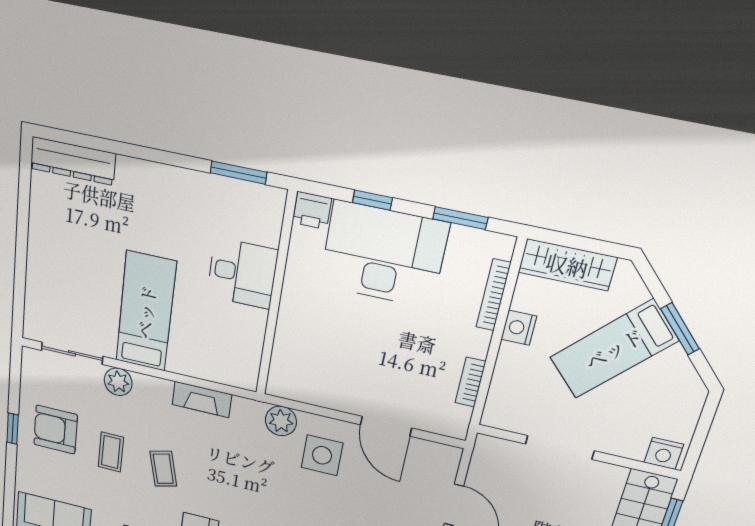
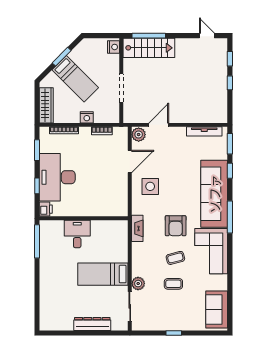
dresser: (73, 161) -> (92, 324), moved, turned -90
window: (238, 173) -> (37, 241), width x1.44
nightstand: (519, 328) -> (87, 117), moved
fireplace: (202, 400) -> (137, 228), moved
plant: (281, 421) -> (139, 135), moved
armchair: (56, 430) -> (176, 226), moved

